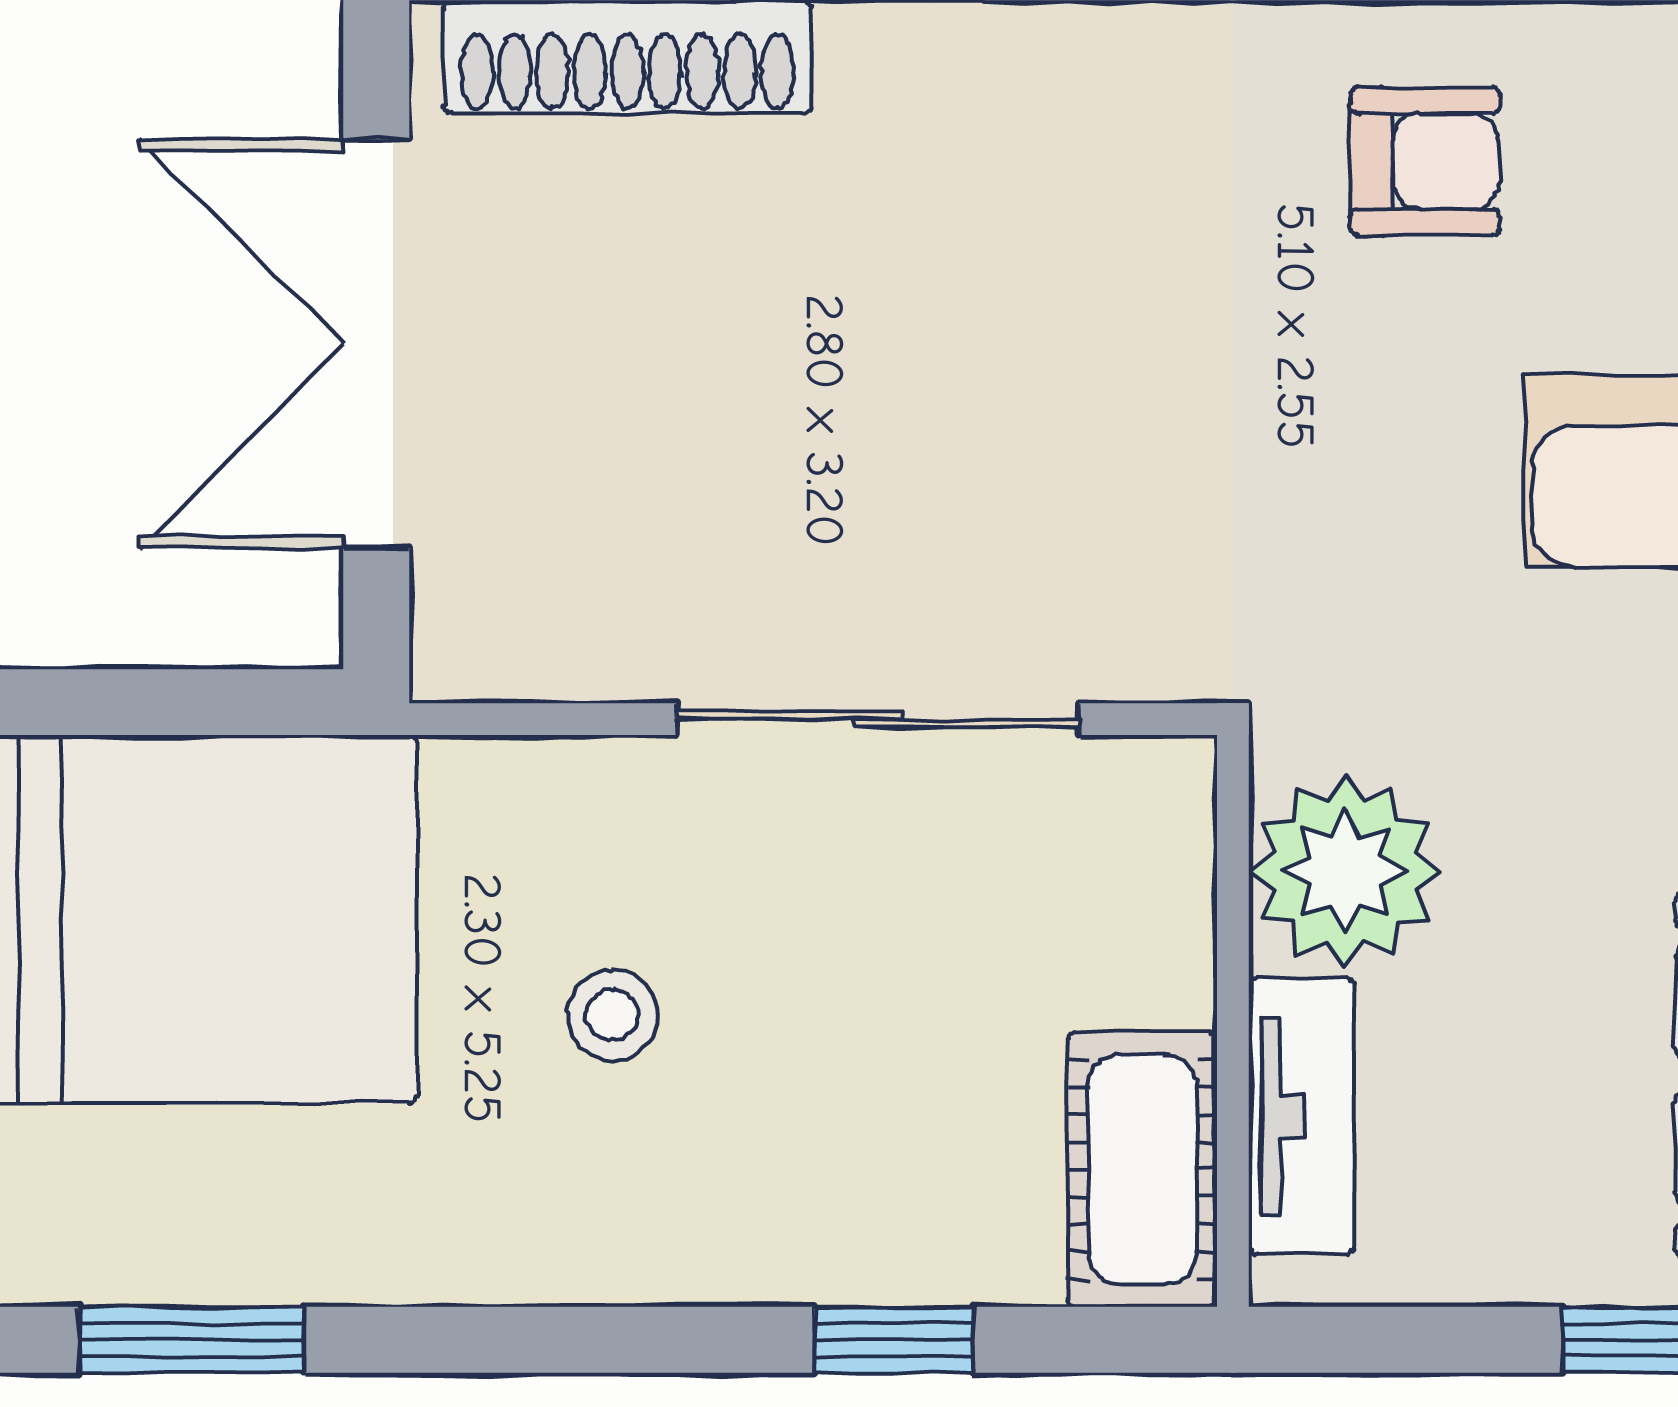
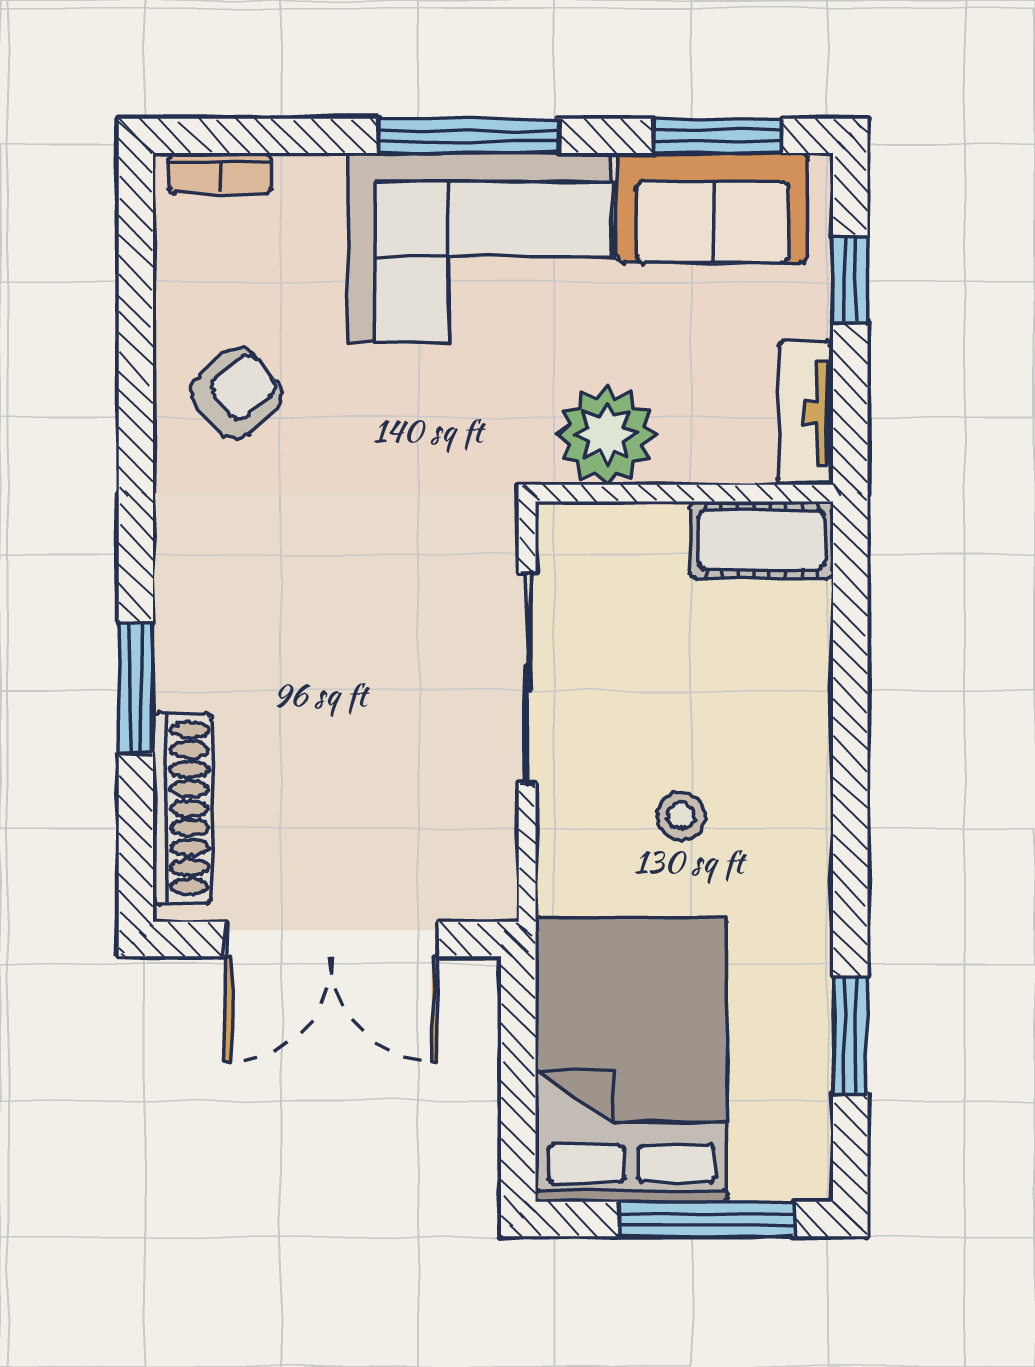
armchair: (1425, 161) -> (237, 393), turned 49
tv unit: (1301, 1116) -> (806, 413), moved, turned -90
window: (894, 1340) -> (850, 670), removed

